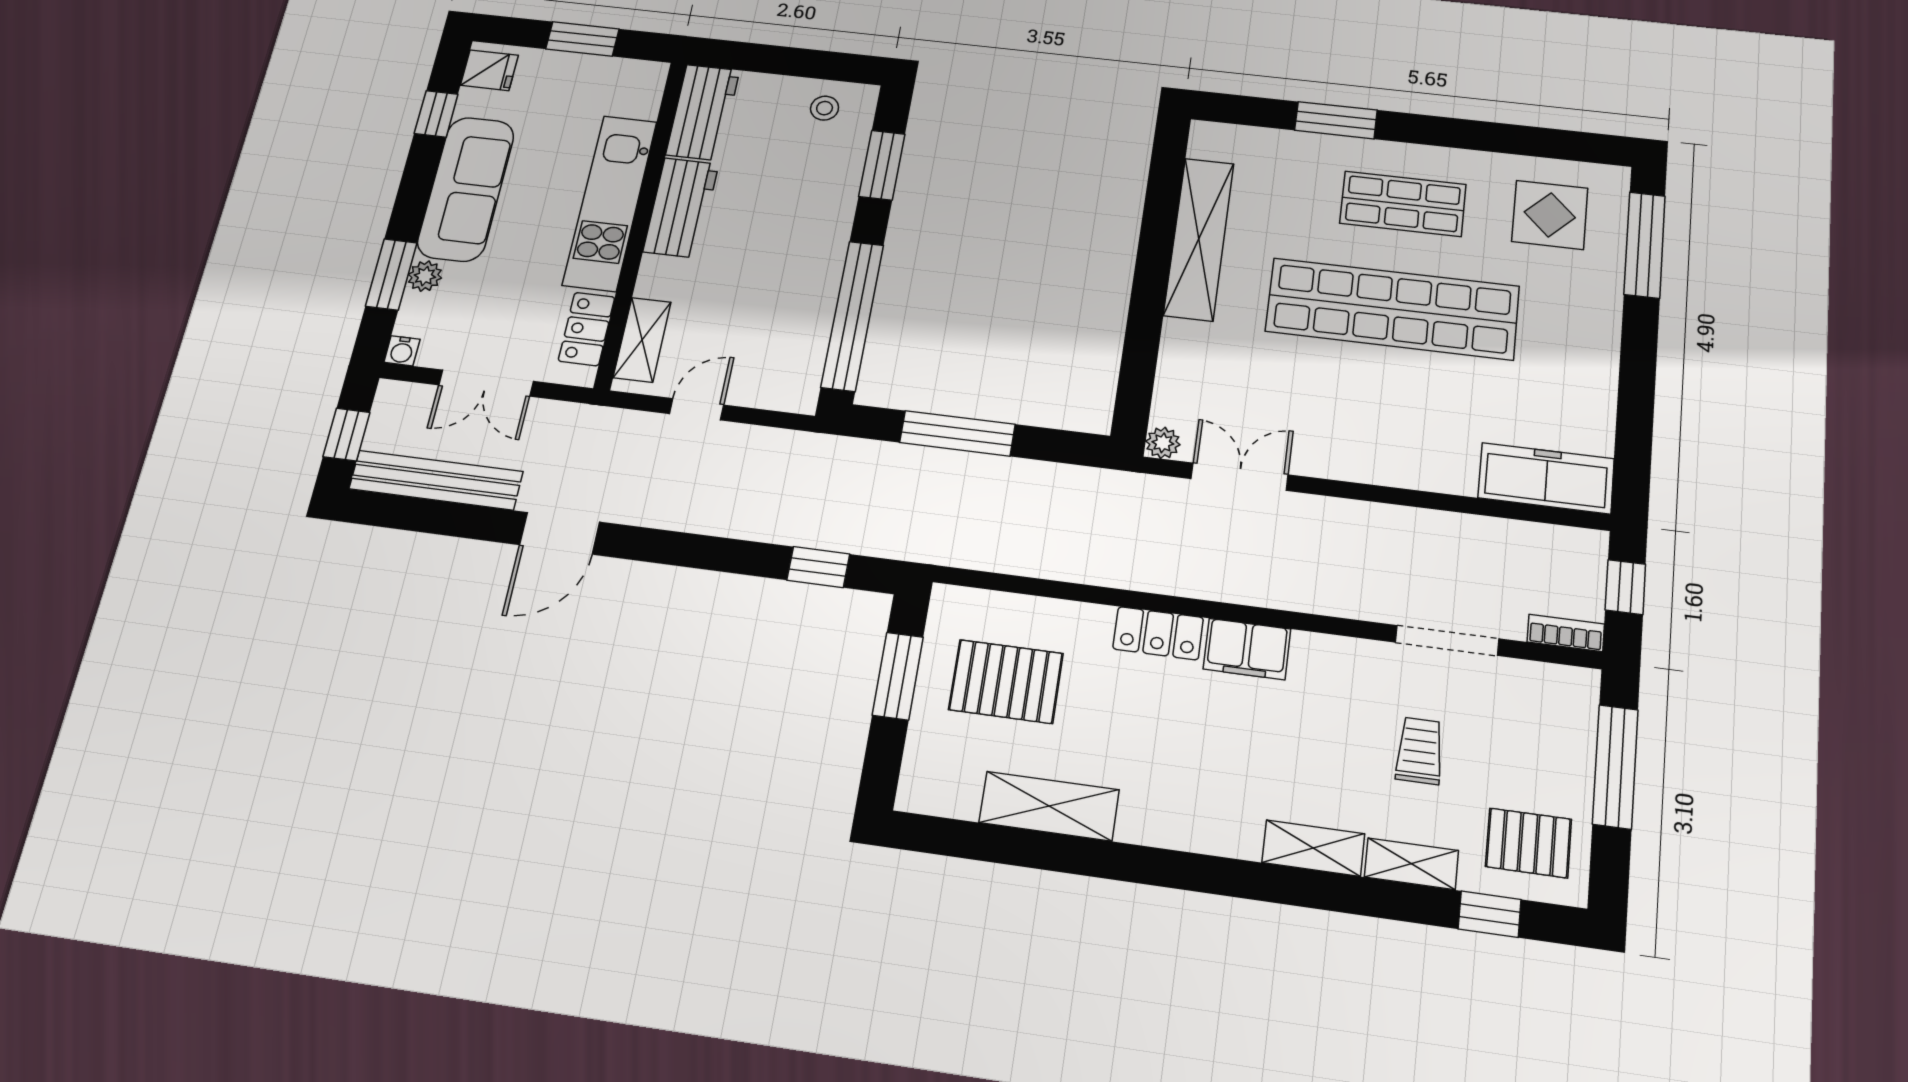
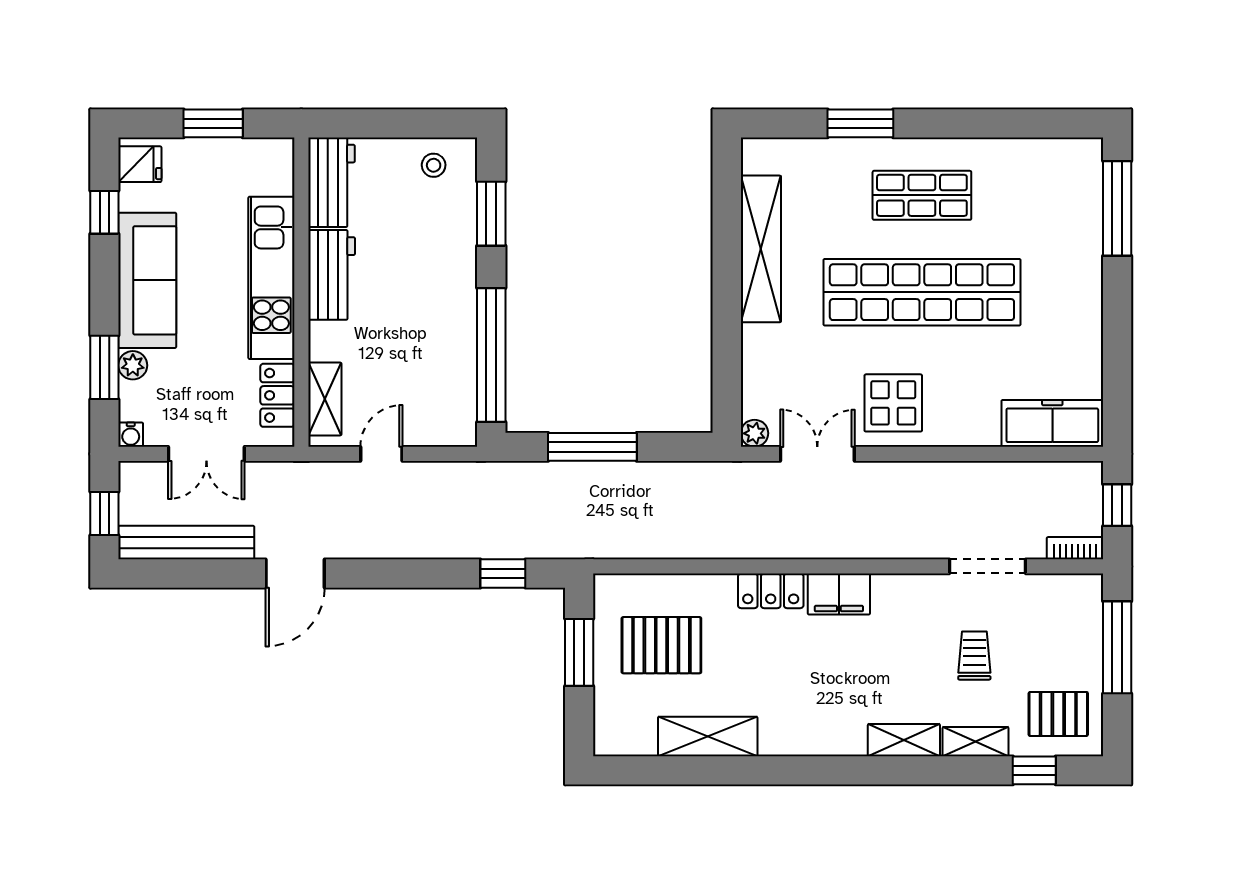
display table: (1550, 215) -> (893, 403), moved

